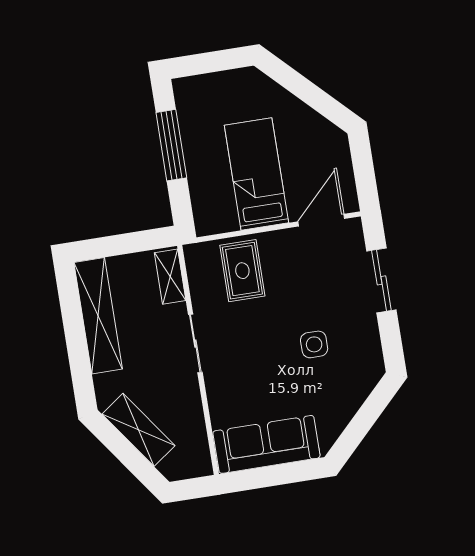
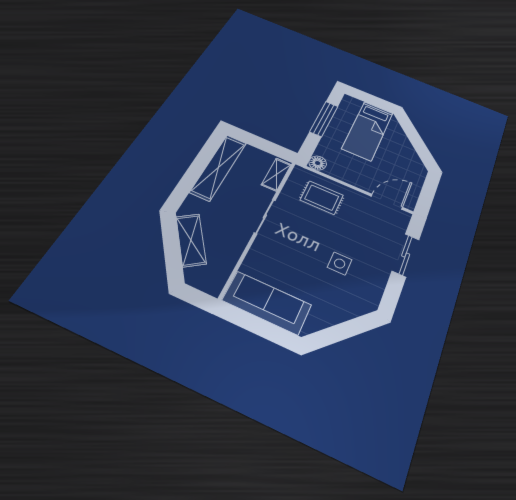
bed: (256, 174) -> (368, 131), moved, turned 180
floor lamp: (207, 223) -> (318, 163), added
rug: (242, 271) -> (322, 198), turned 90

